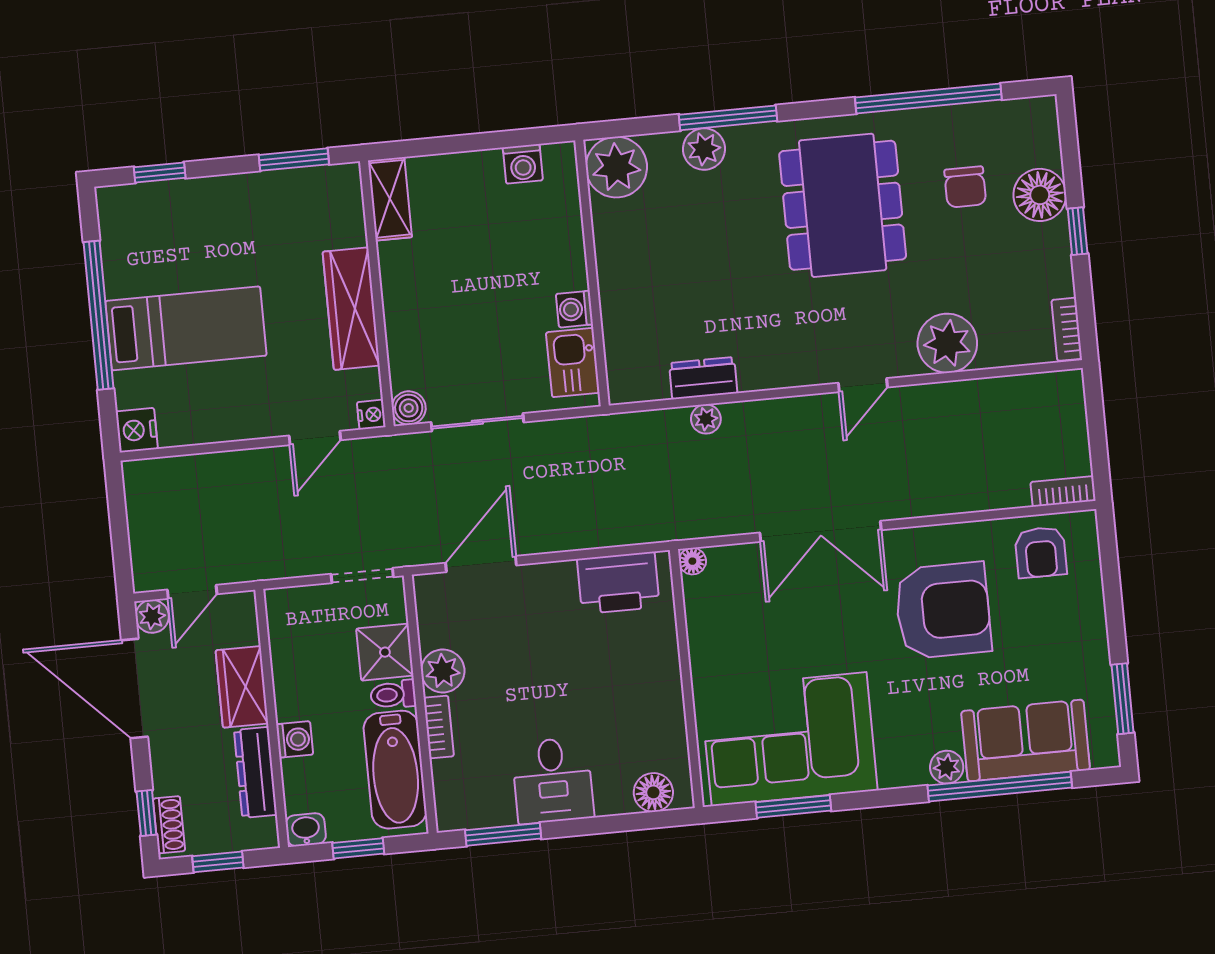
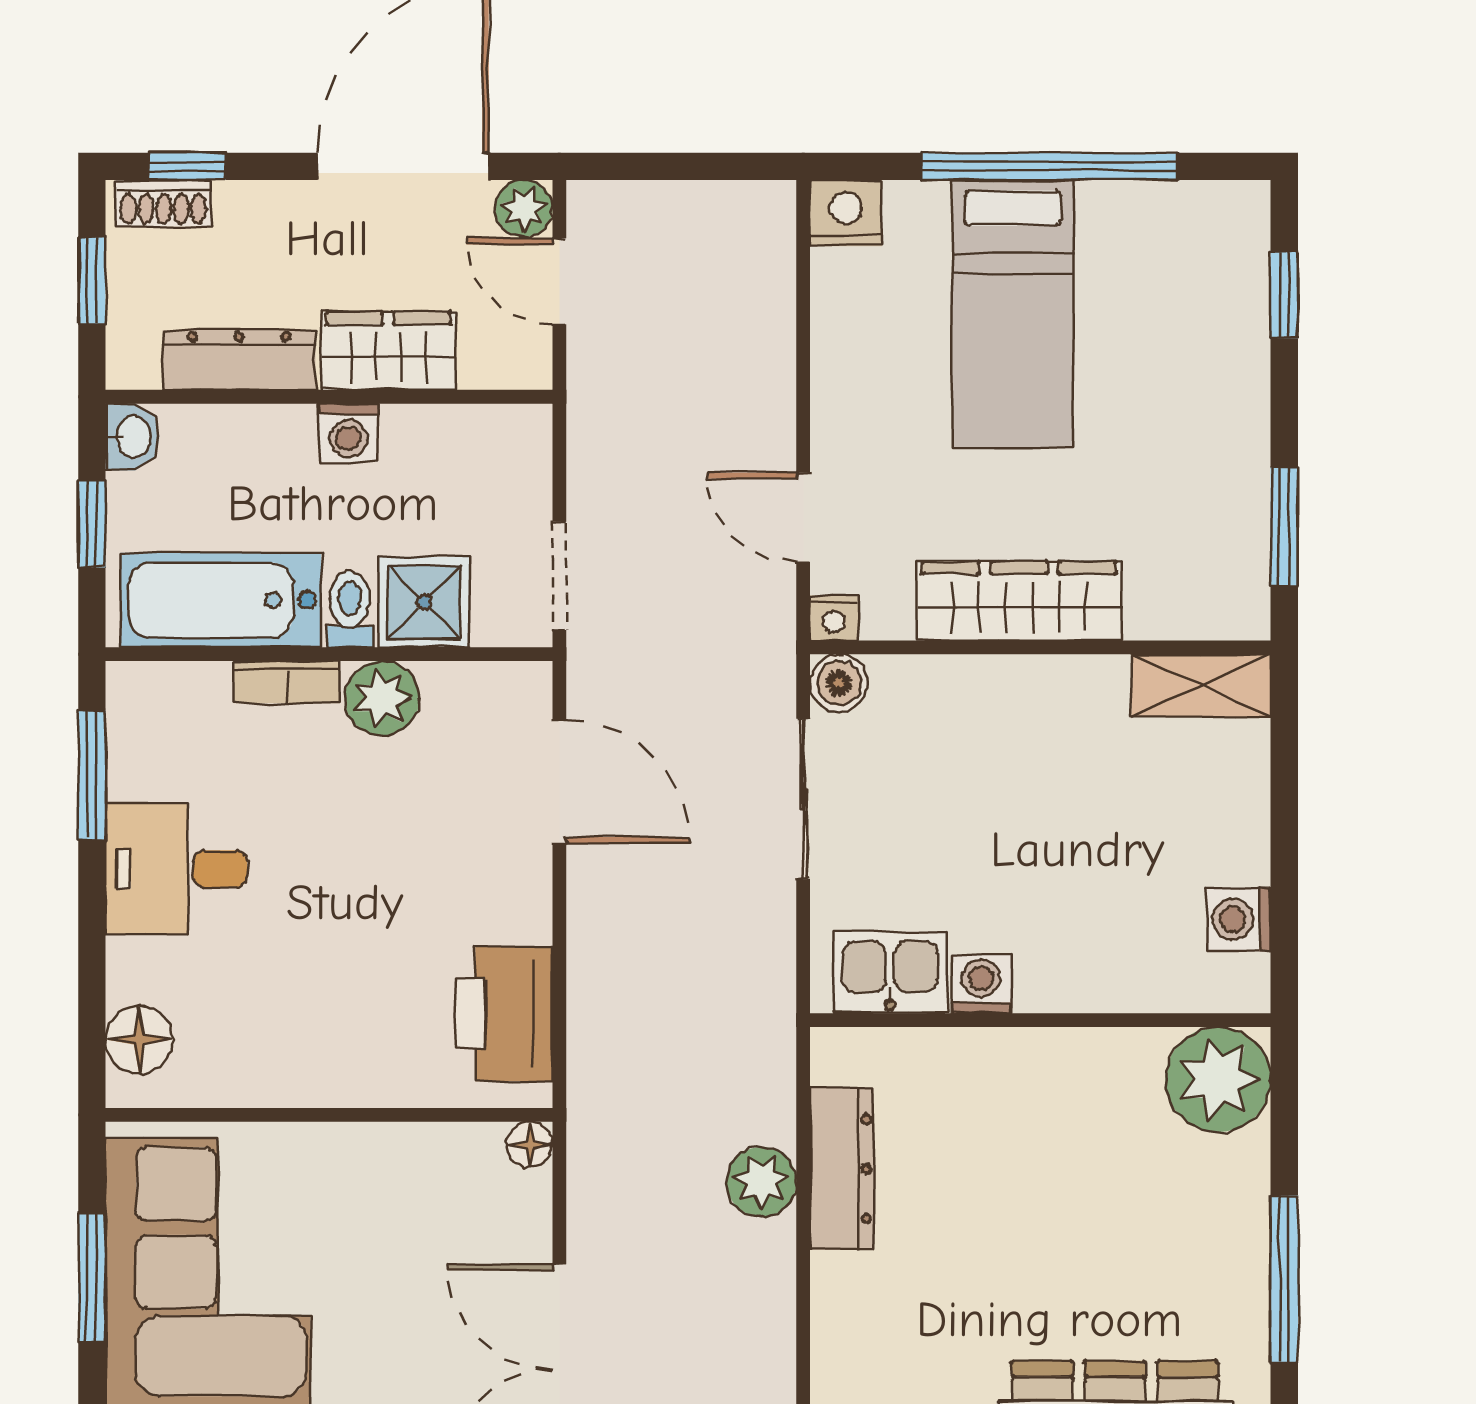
plant: (704, 149) -> (1235, 1233), removed
dresser: (703, 378) -> (842, 1169), width x1.44
plant: (706, 419) -> (762, 1182), width x1.38, depth x1.38
washing machine: (295, 739) -> (348, 433), moved

